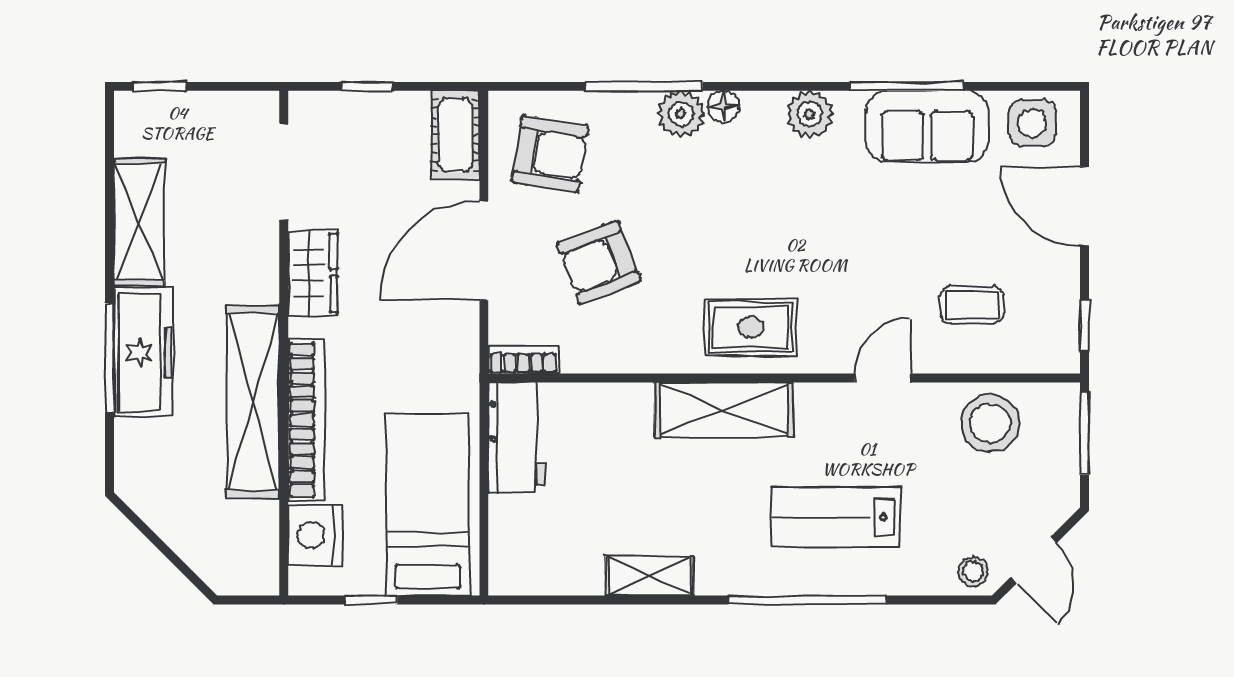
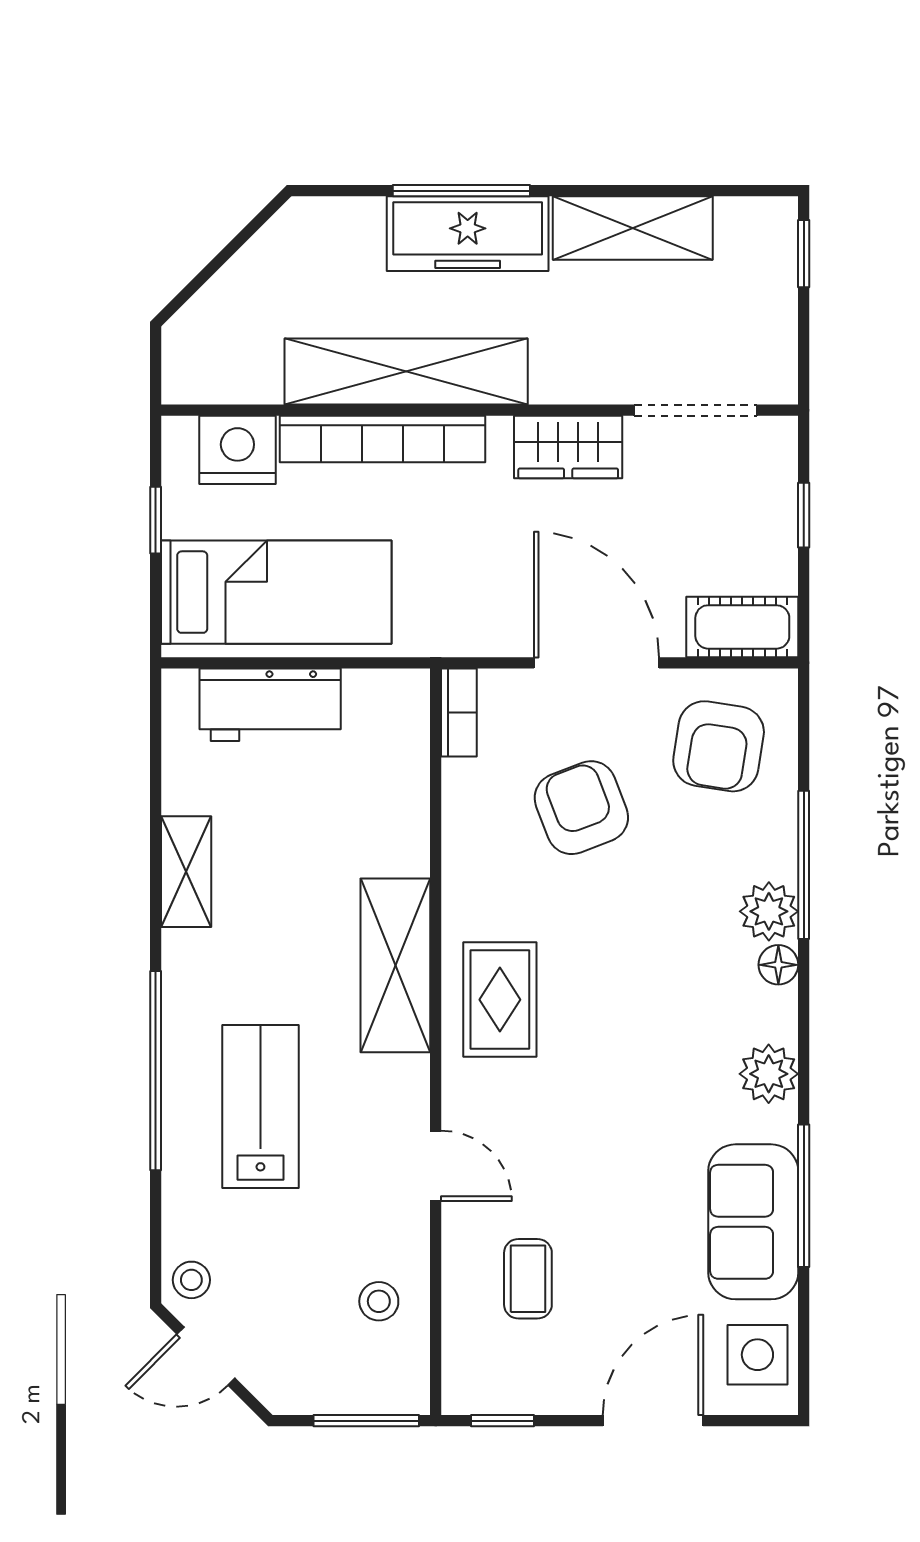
stool: (990, 423) -> (379, 1301), width x0.53, depth x0.53
workbench: (517, 438) -> (270, 705), moved

